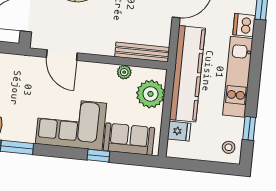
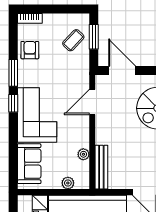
plant: (150, 94) -> (68, 183), width x0.53, depth x0.53
window: (98, 156) -> (13, 103), moved

